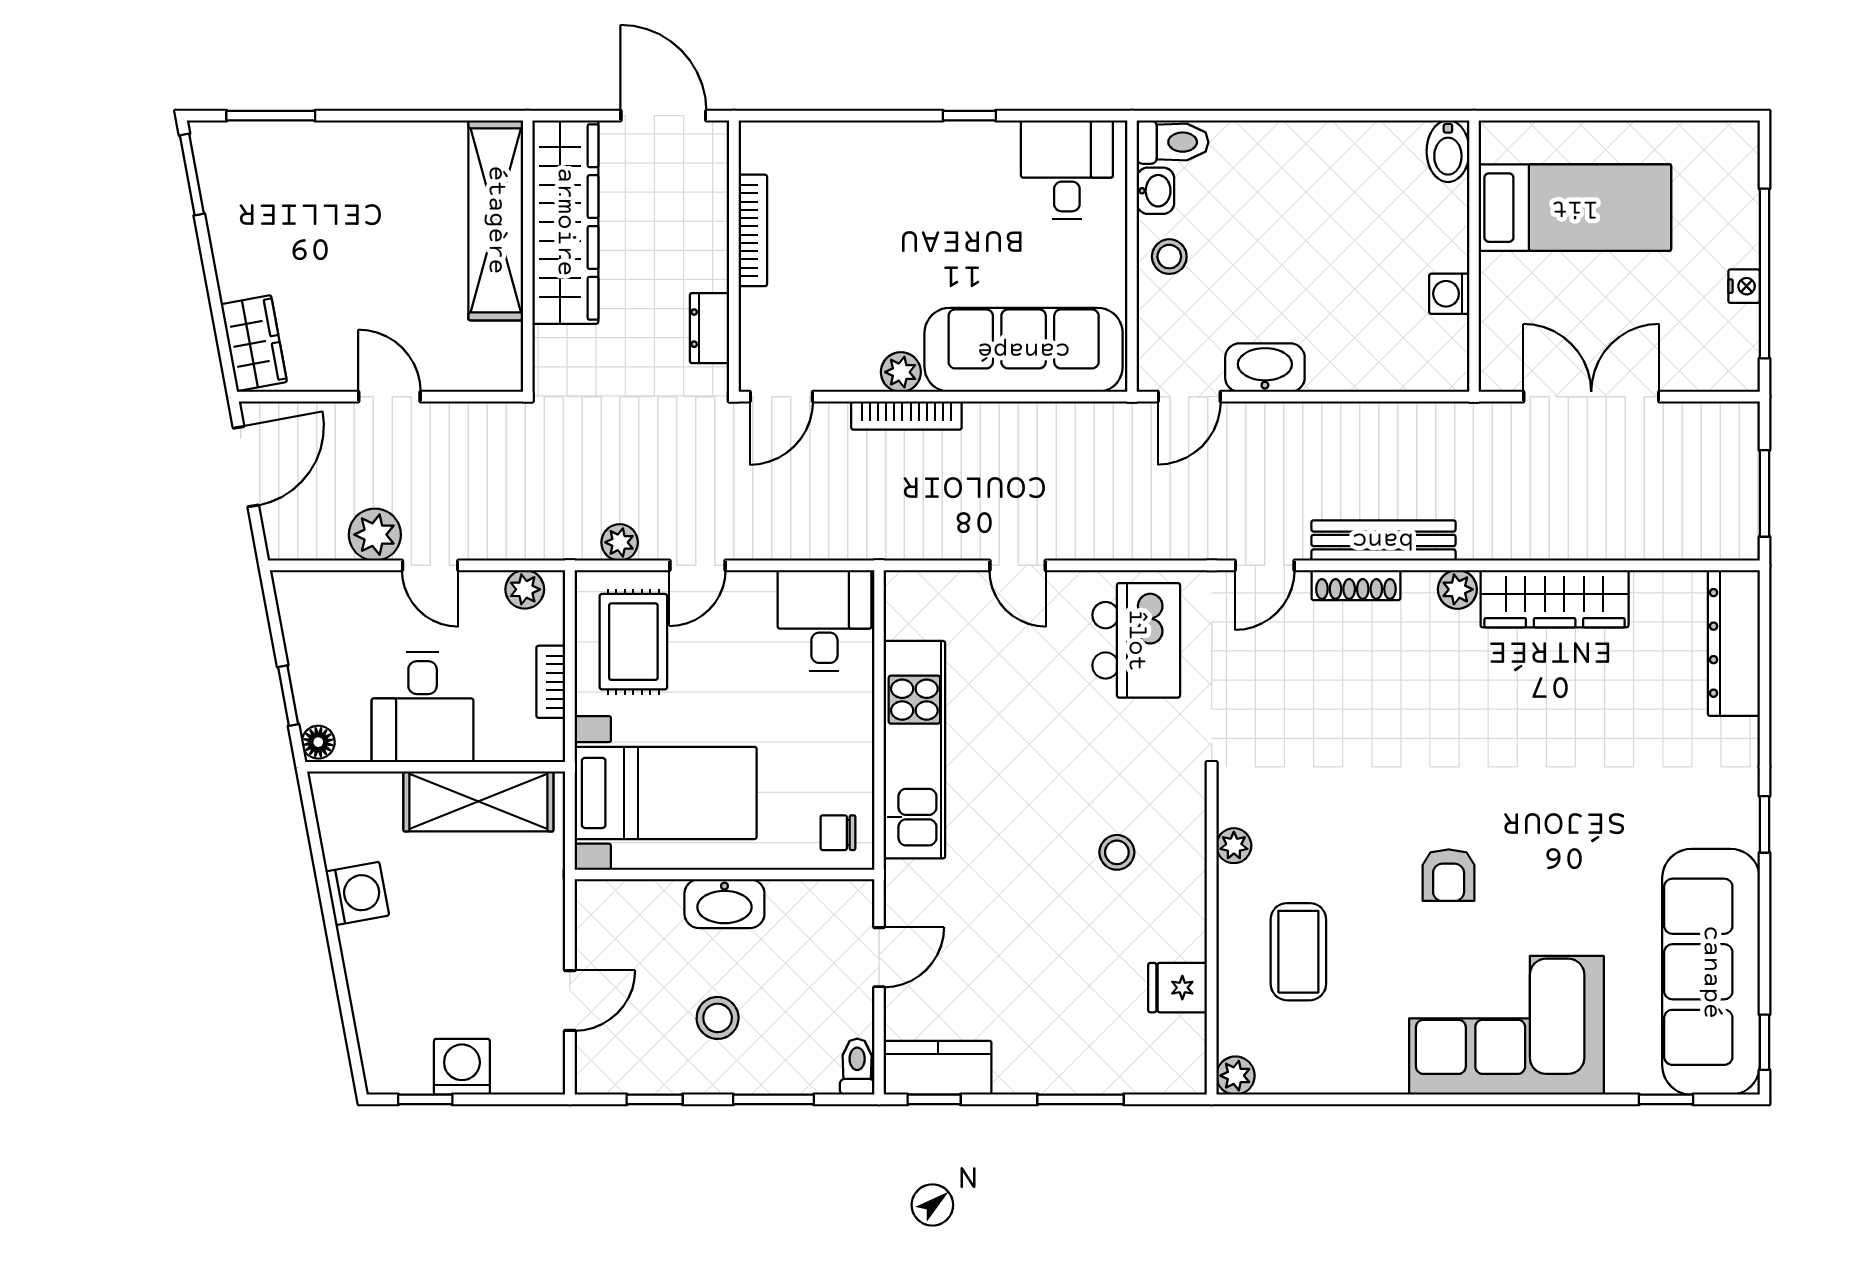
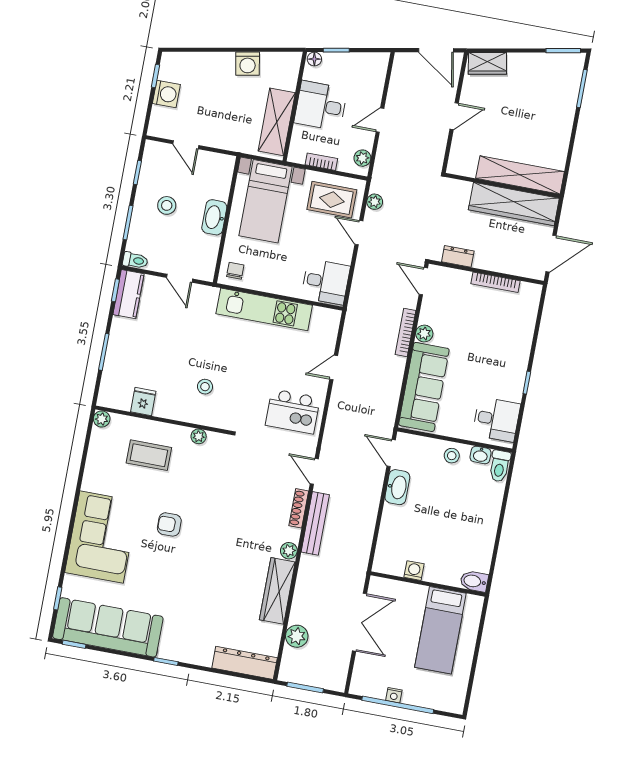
plant: (375, 535) -> (297, 636), moved

